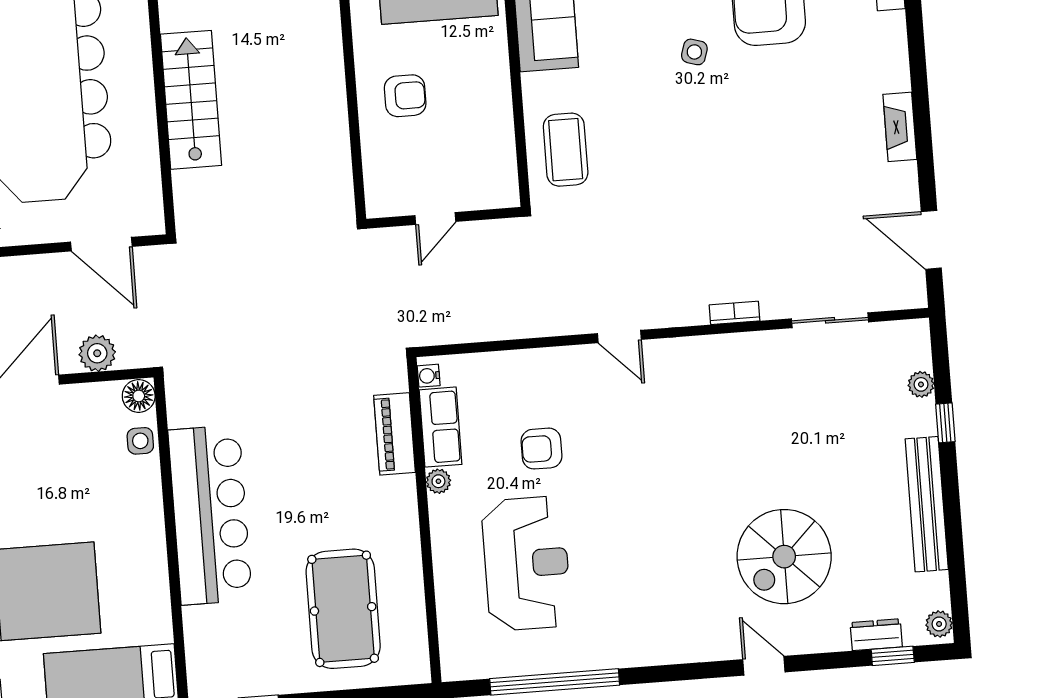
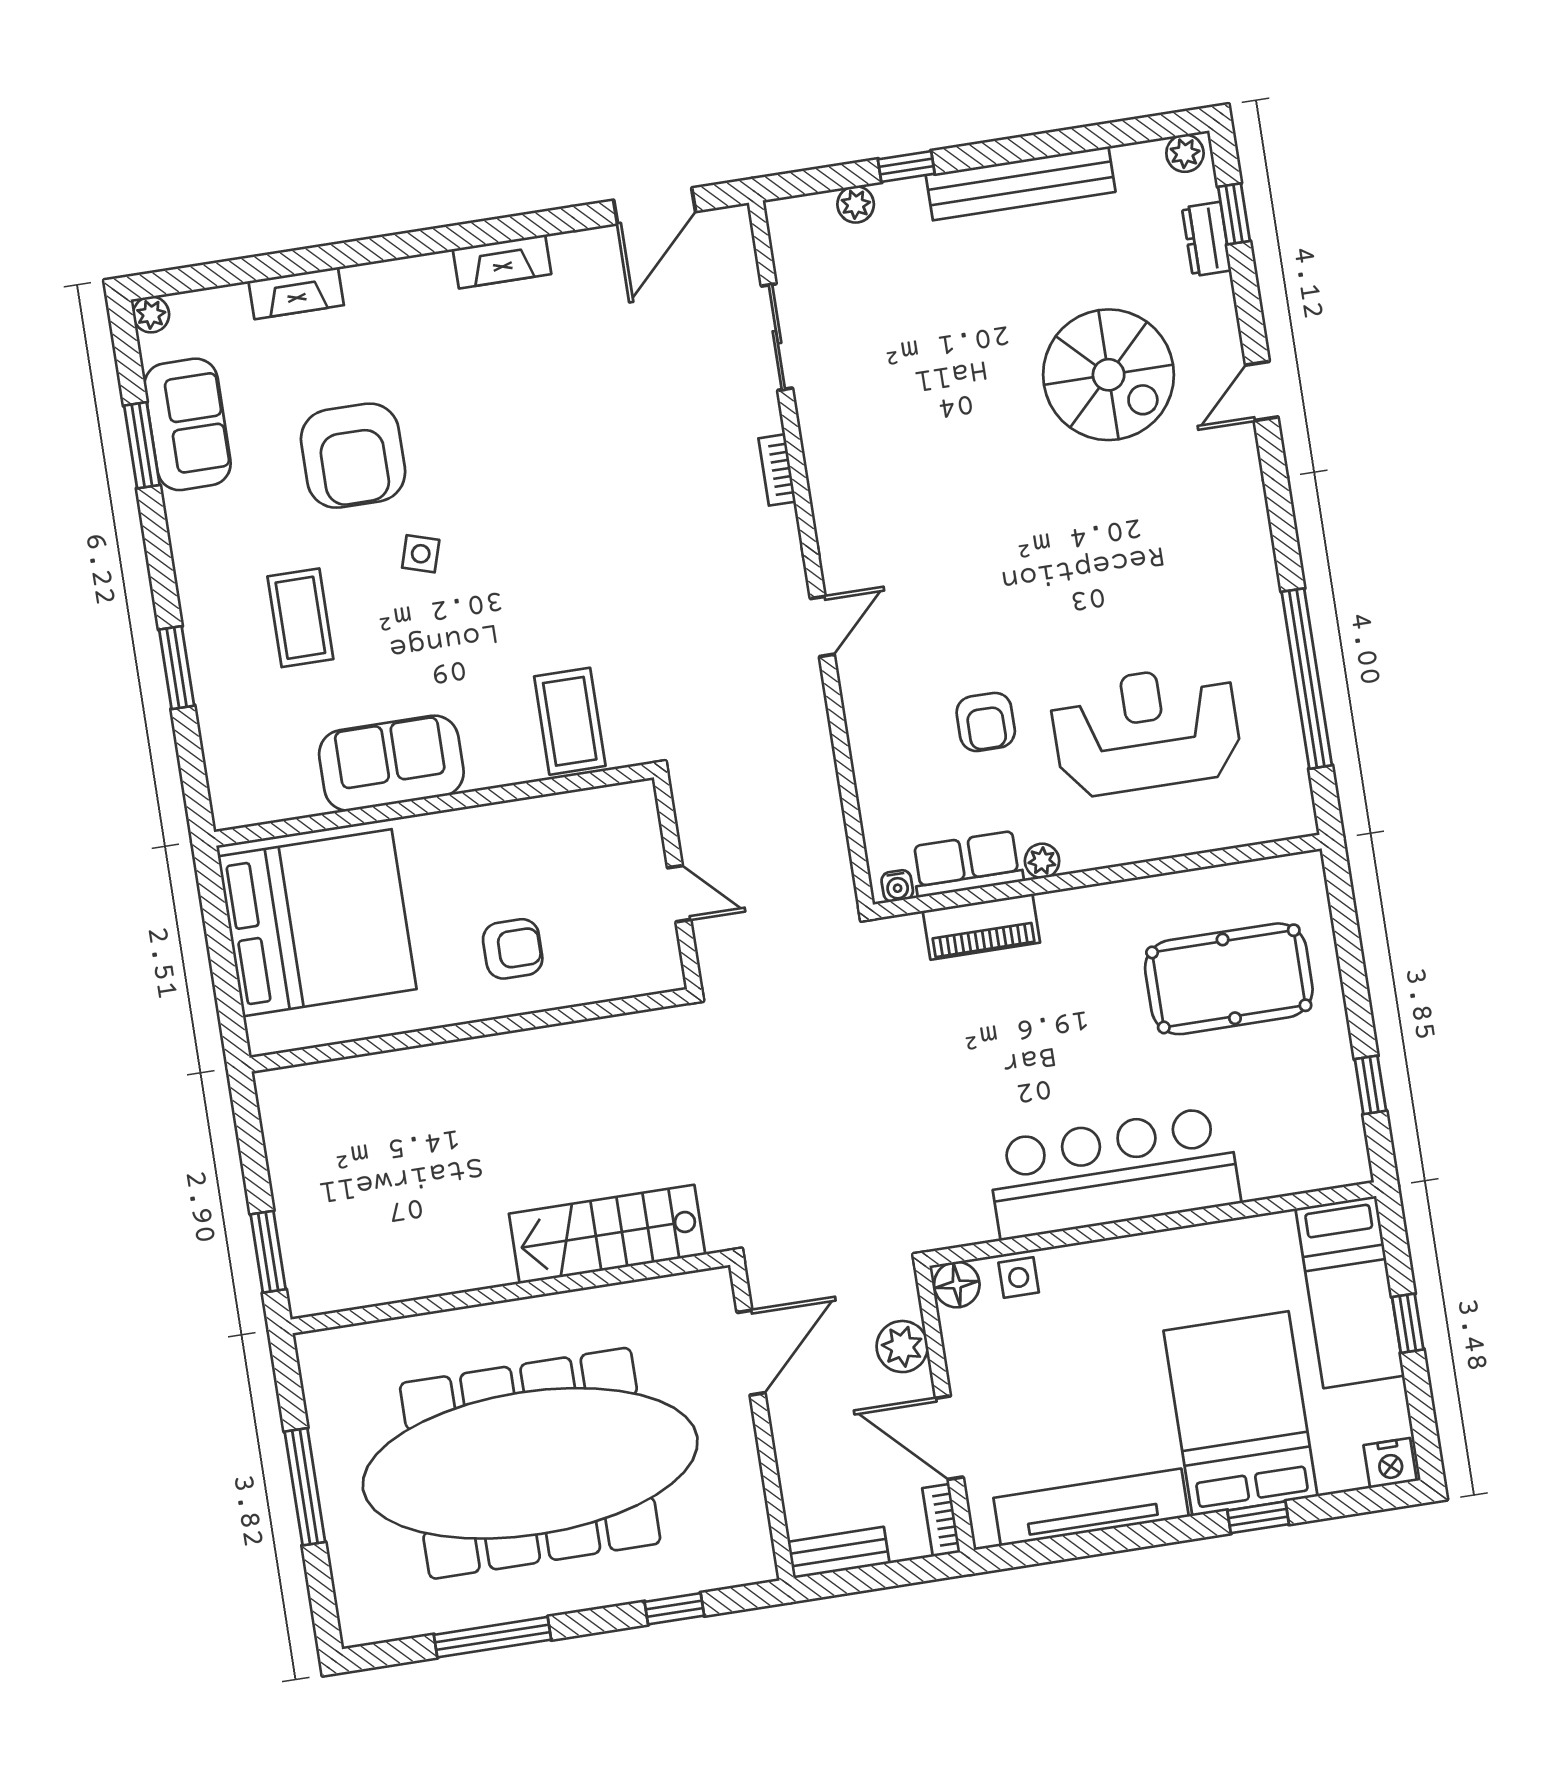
armchair: (405, 96) -> (513, 949), turned 90
stairs: (191, 100) -> (607, 1234), moved
coffee table: (566, 150) -> (570, 721), turned 90

